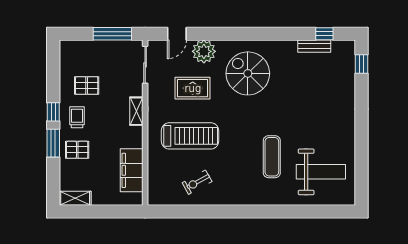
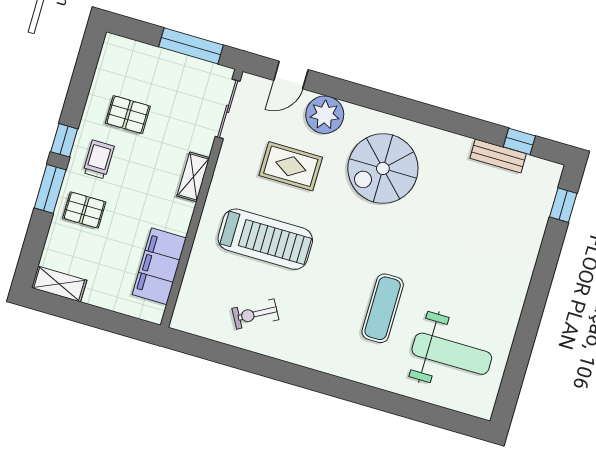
spiral stairs: (248, 73) -> (383, 168), turned -90

